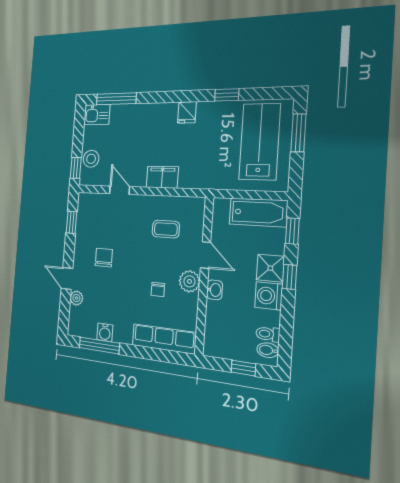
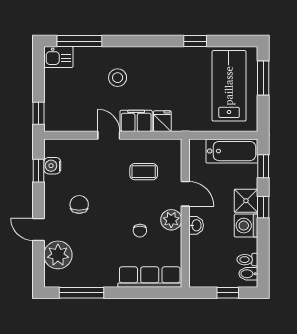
fridge: (187, 112) -> (162, 121), moved, turned 180
stool: (91, 159) -> (118, 78), moved
door: (120, 190) -> (109, 135), moved
plant: (76, 298) -> (58, 255), width x1.88, depth x1.88
water cooler: (105, 332) -> (52, 166), moved, turned 90

